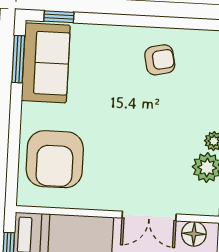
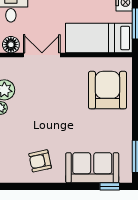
sofa: (46, 63) -> (92, 168), moved, turned 90

